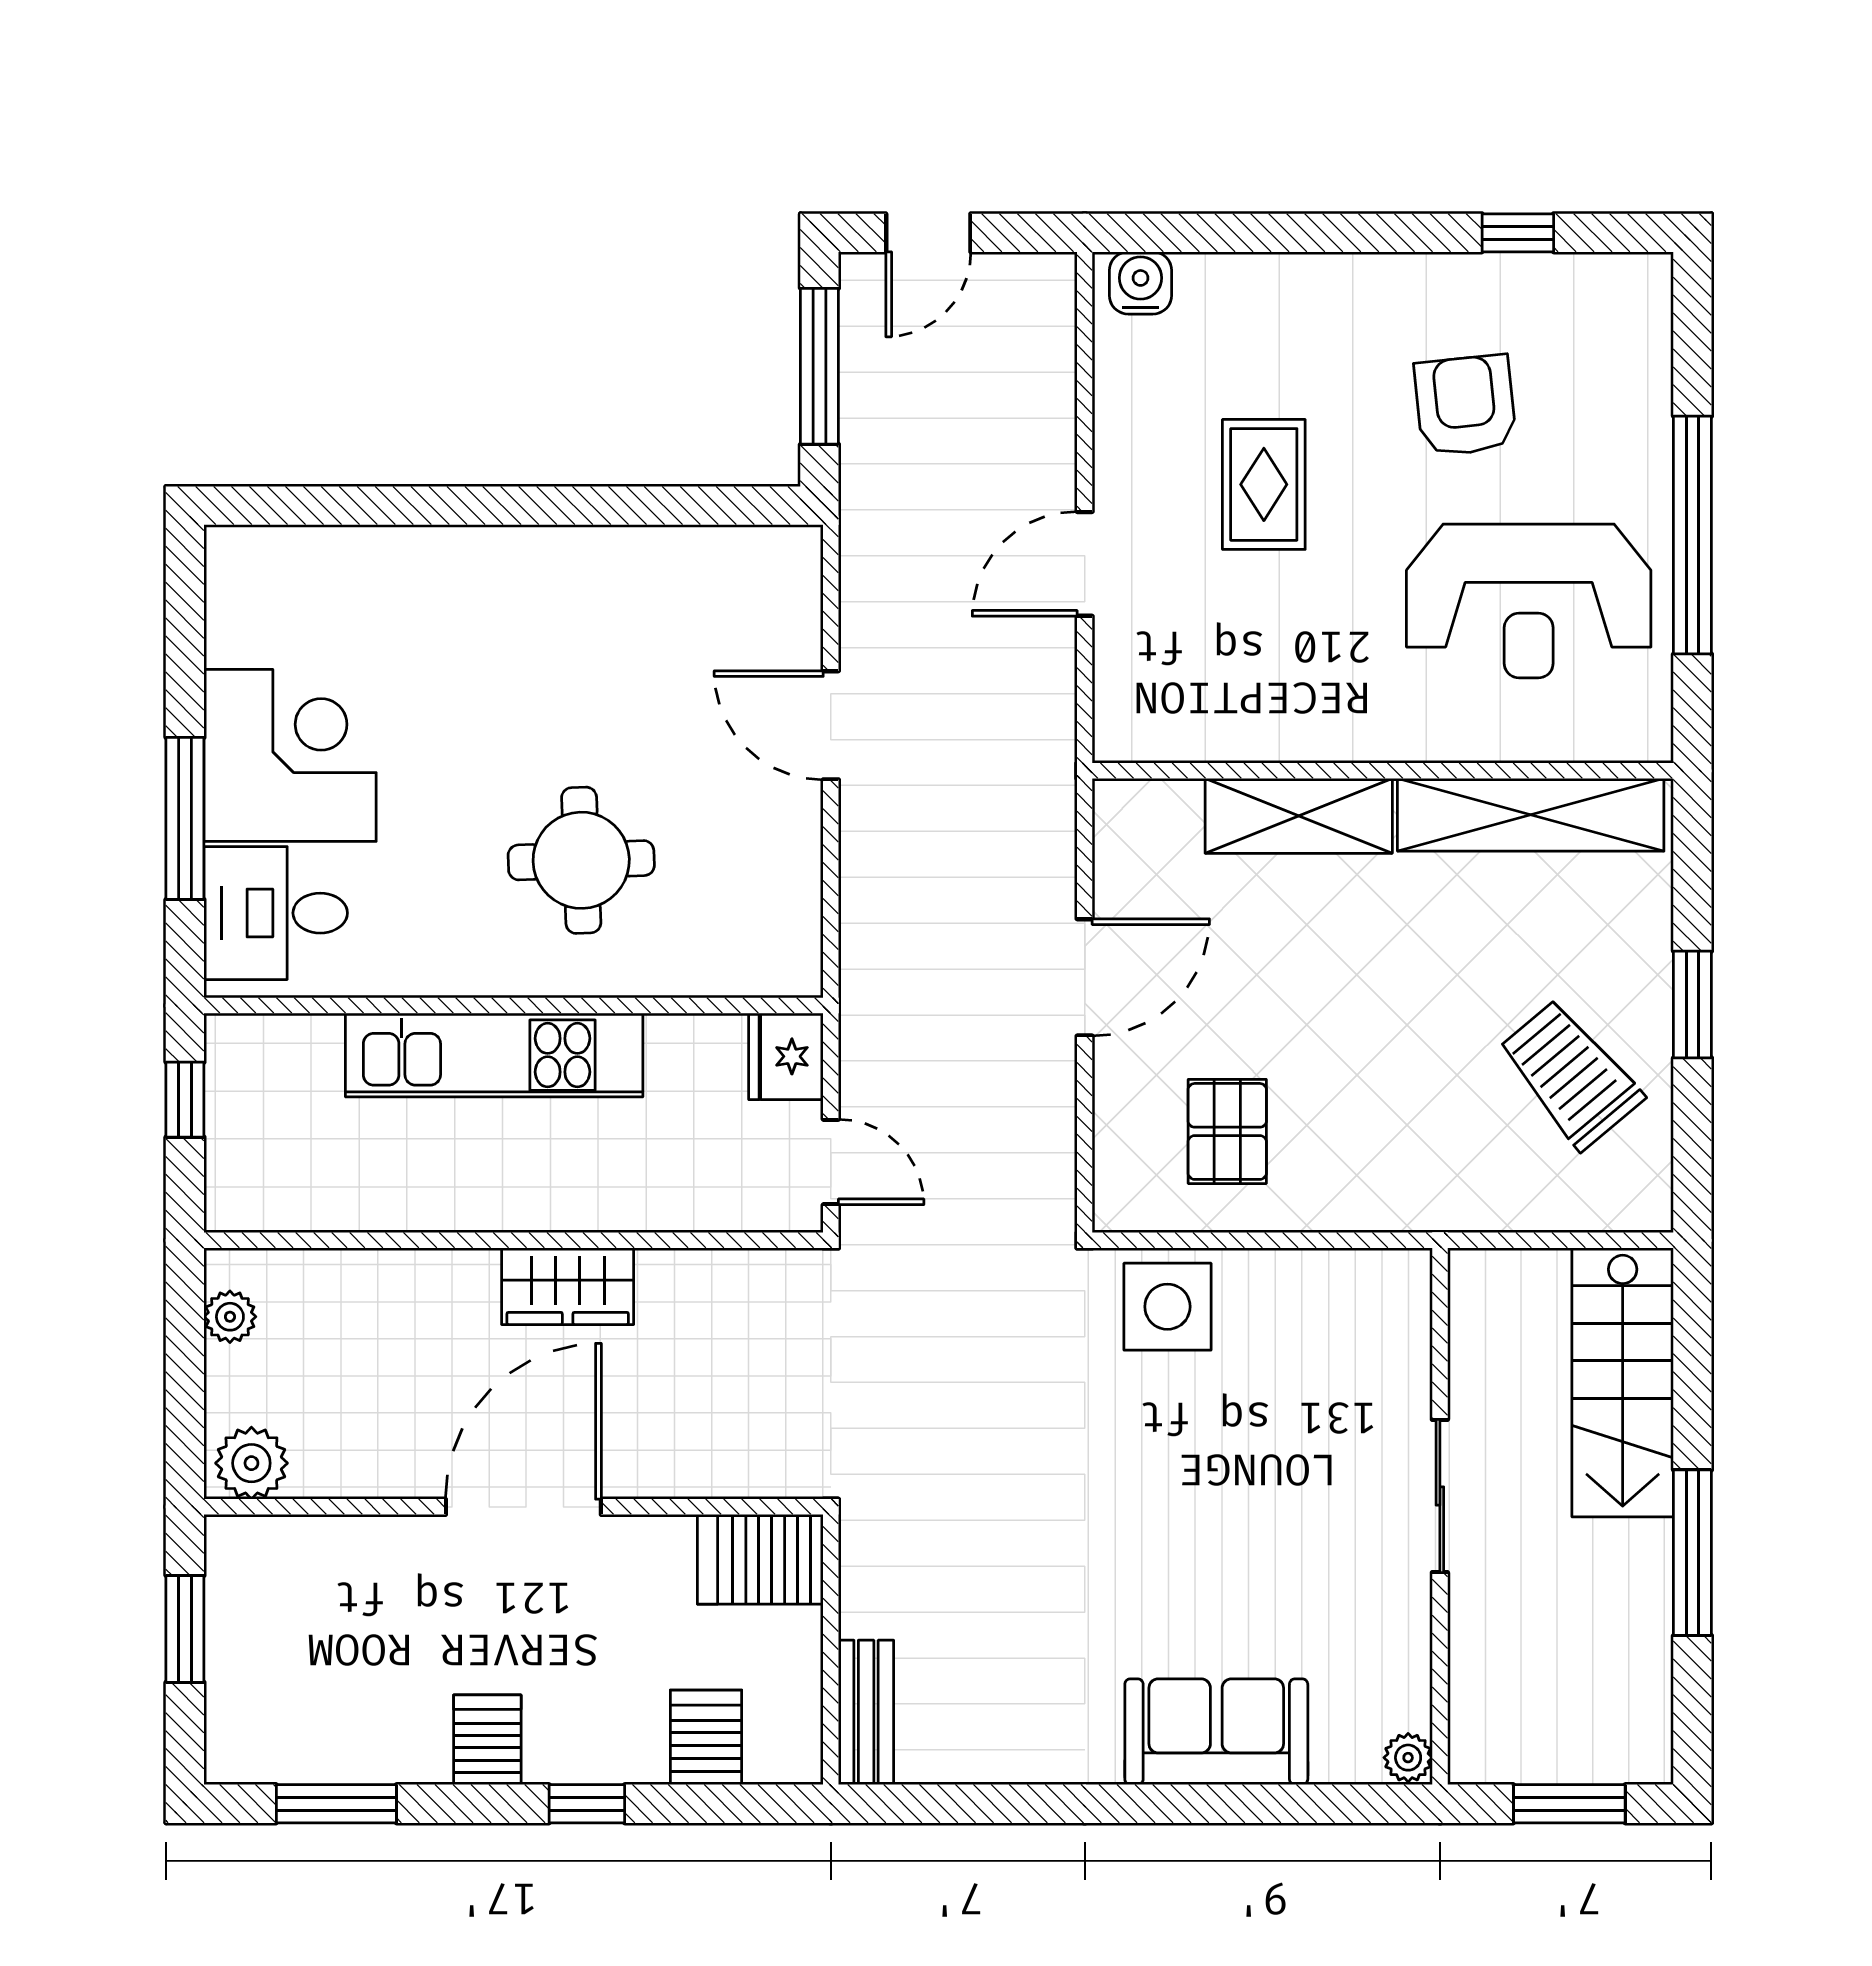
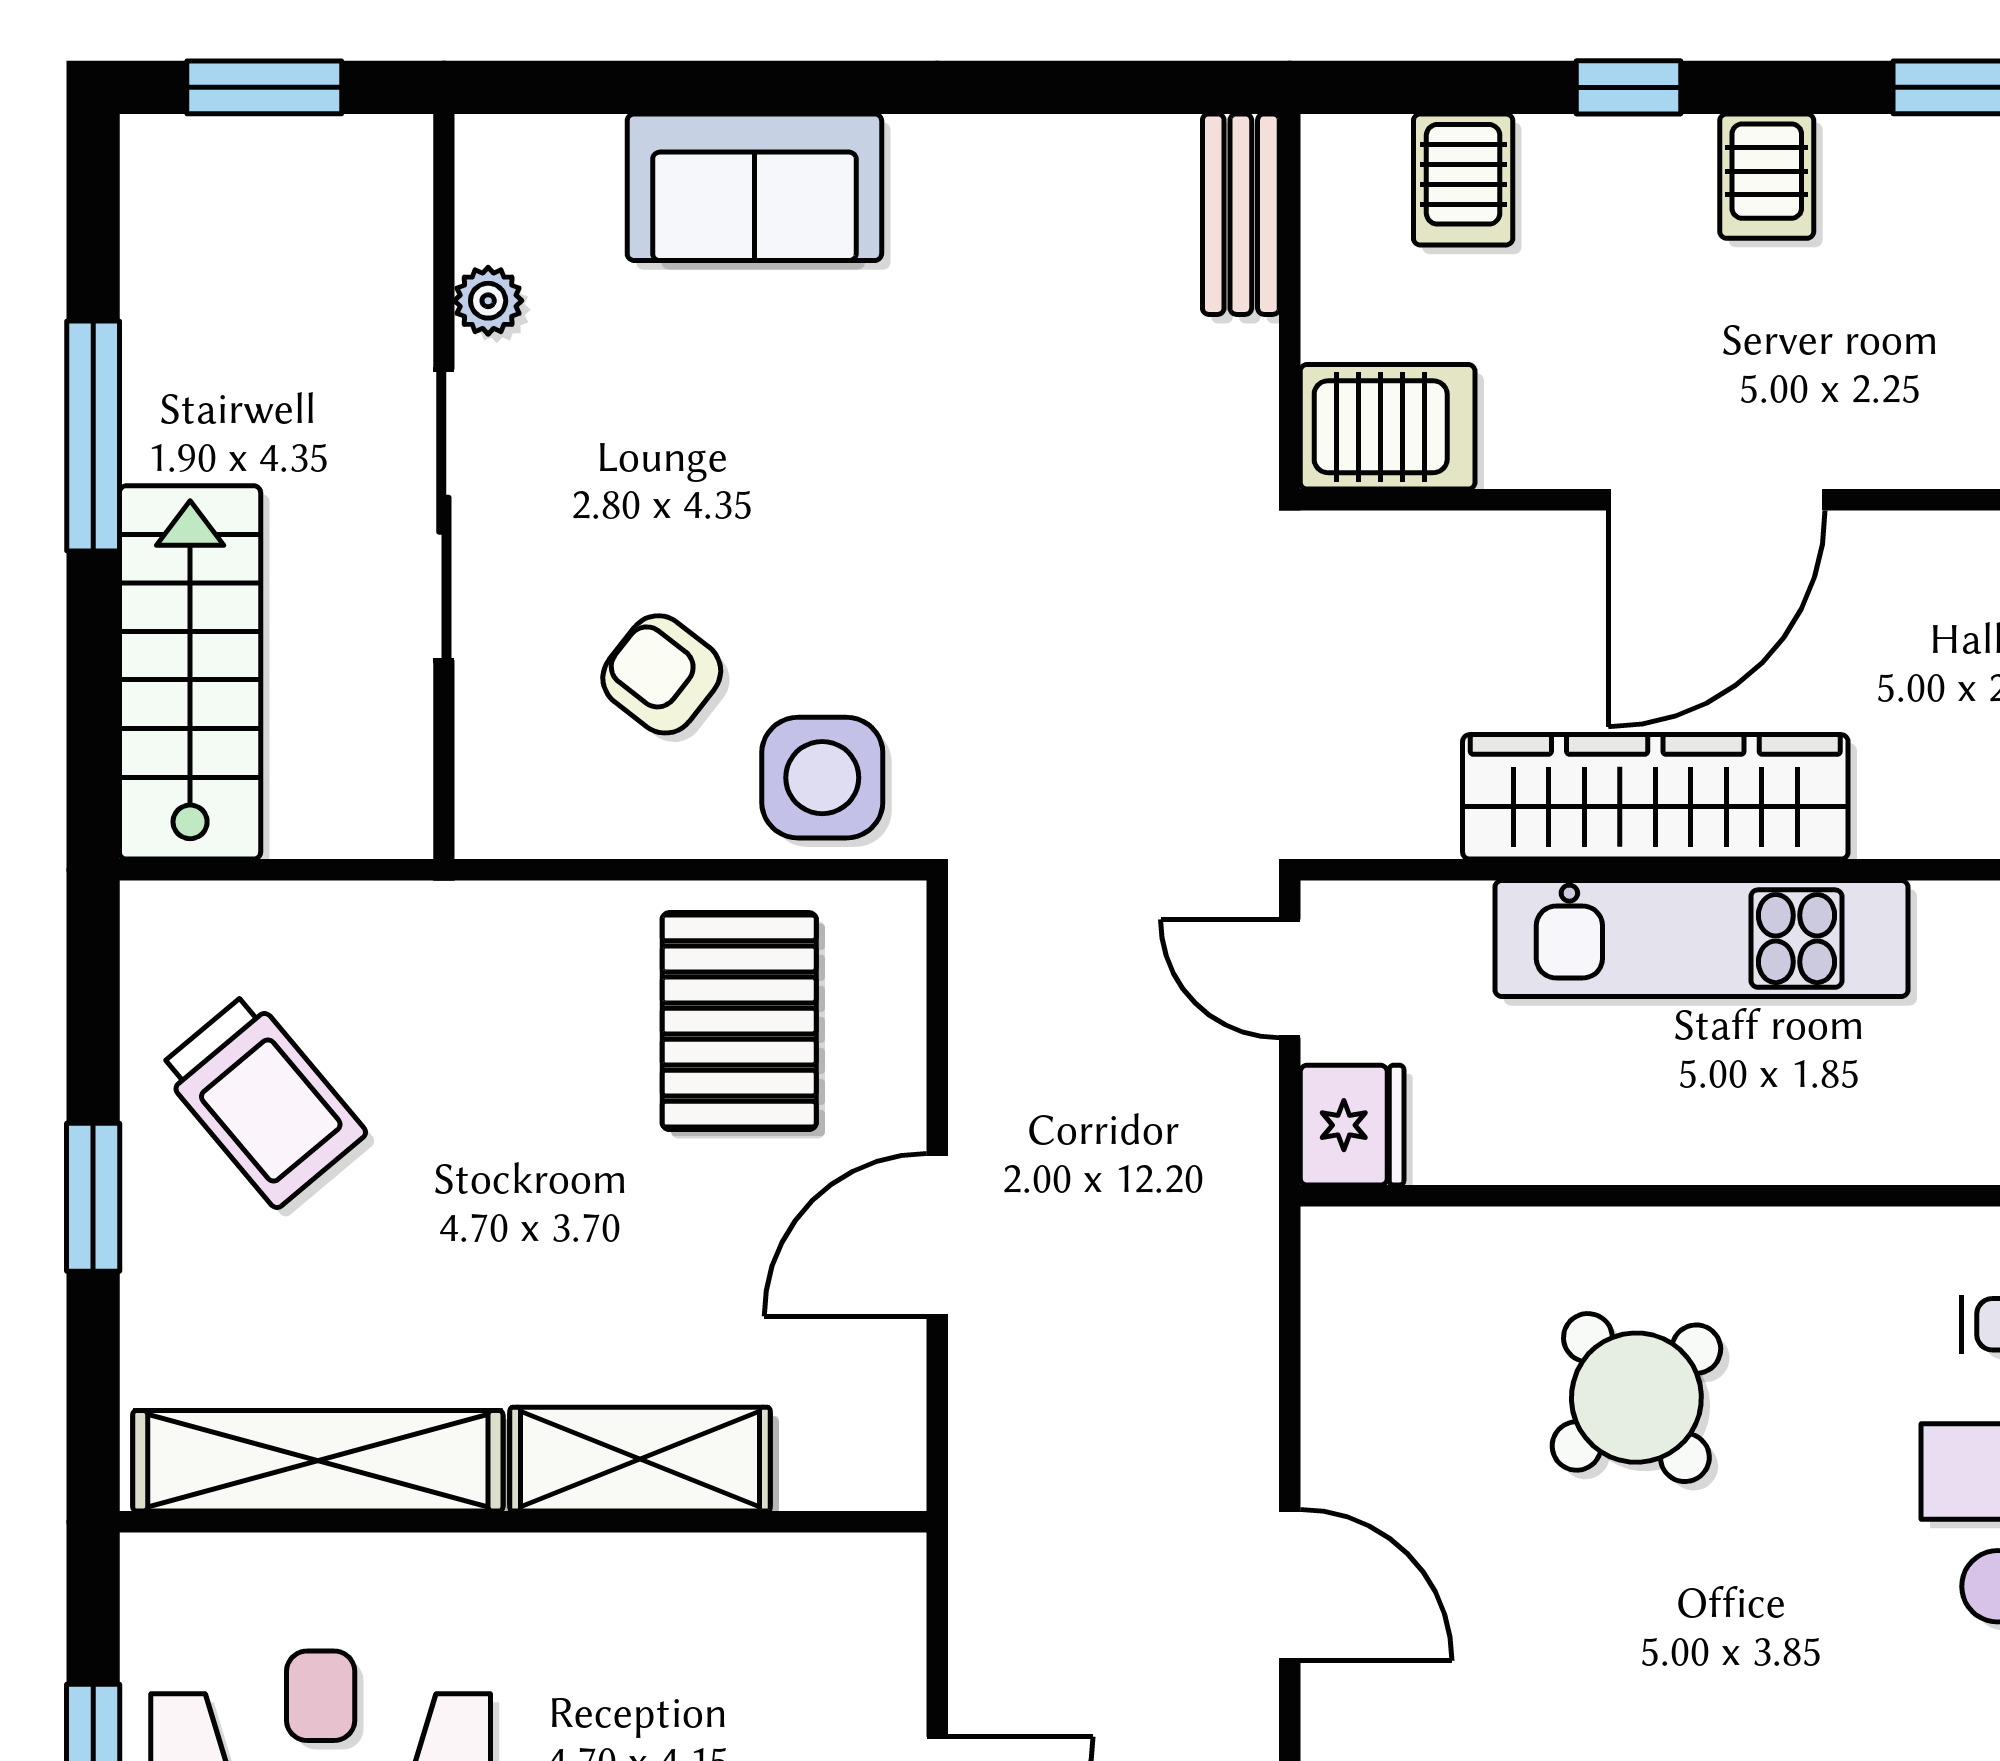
round table: (581, 860) -> (1636, 1398), turned -37
kitchen unit: (494, 1055) -> (1702, 939), moved, turned 180
pallet: (1227, 1131) -> (739, 1021), width x1.50, depth x1.42
wardrobe: (568, 1286) -> (1655, 797), width x2.10, depth x1.17
armchair: (1283, 1381) -> (662, 674), added
sliding door: (1440, 1496) -> (444, 515), width x1.37
plant: (1408, 1758) -> (488, 301), moved

